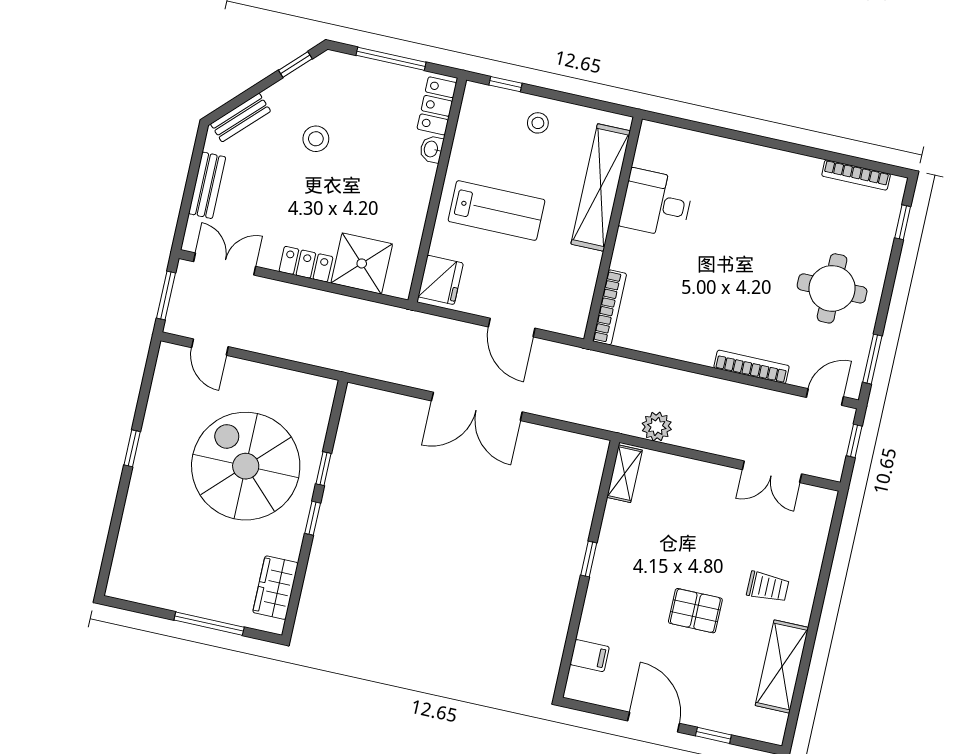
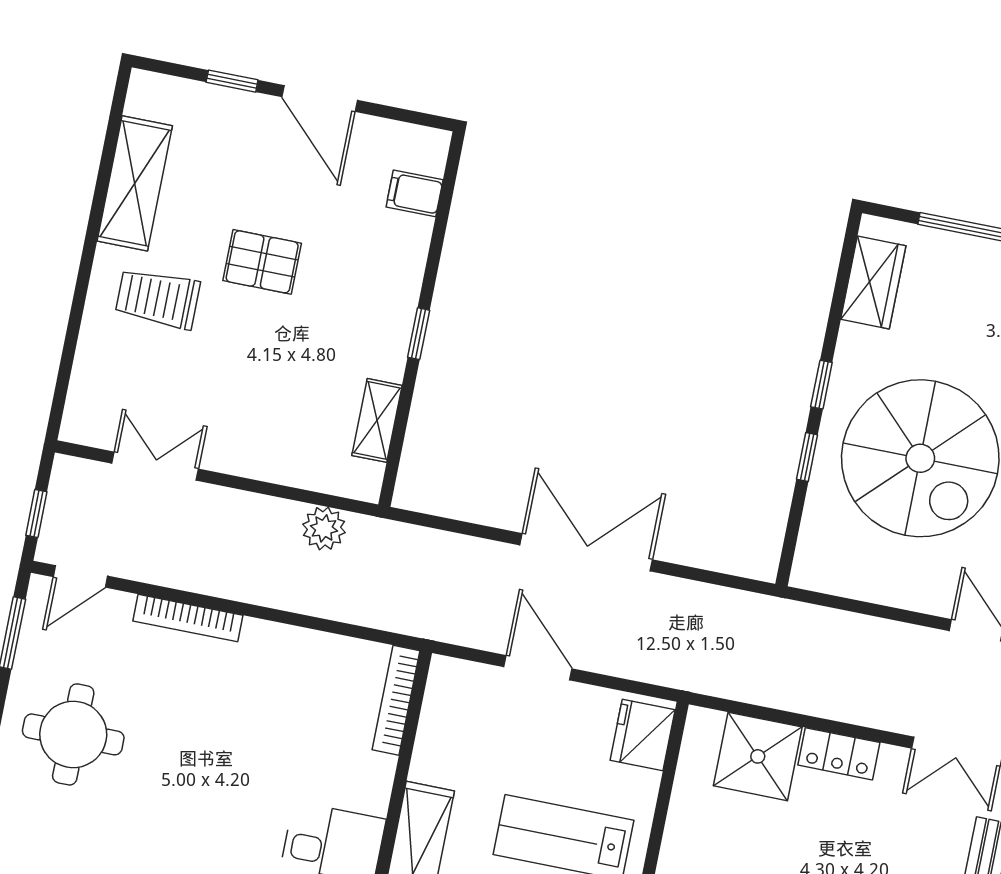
shelving: (625, 474) -> (377, 420), moved
trolley: (768, 587) -> (158, 299), width x1.36, depth x1.39

